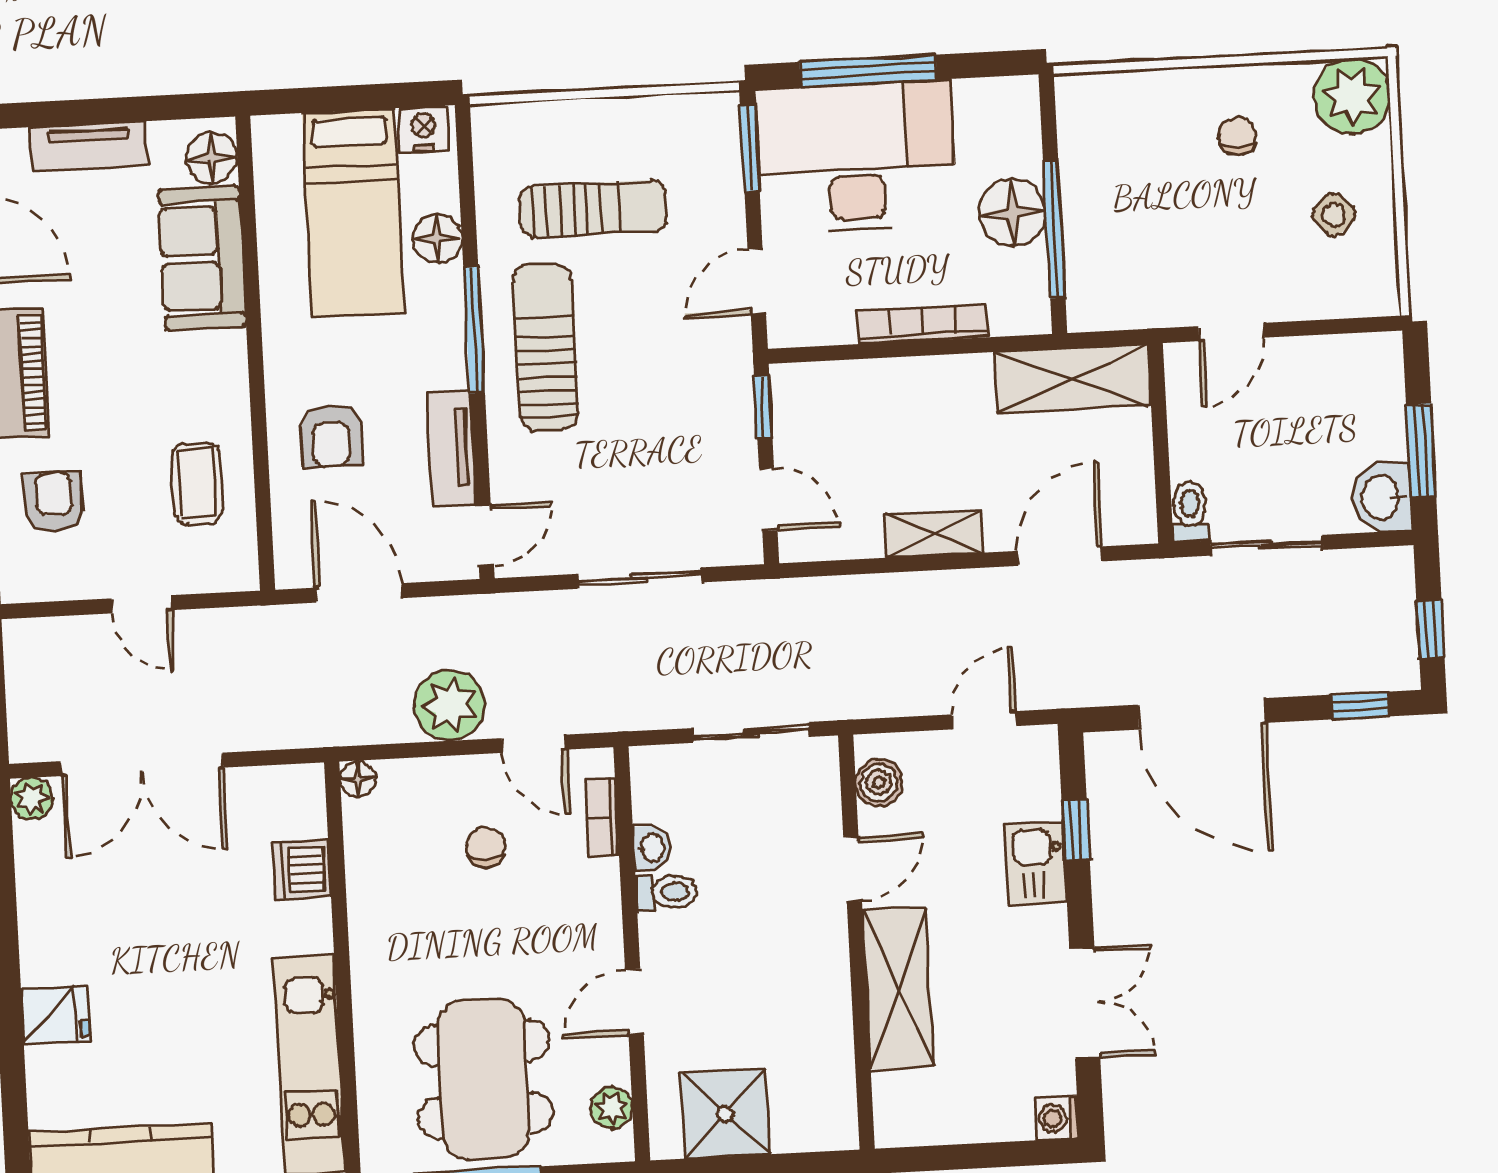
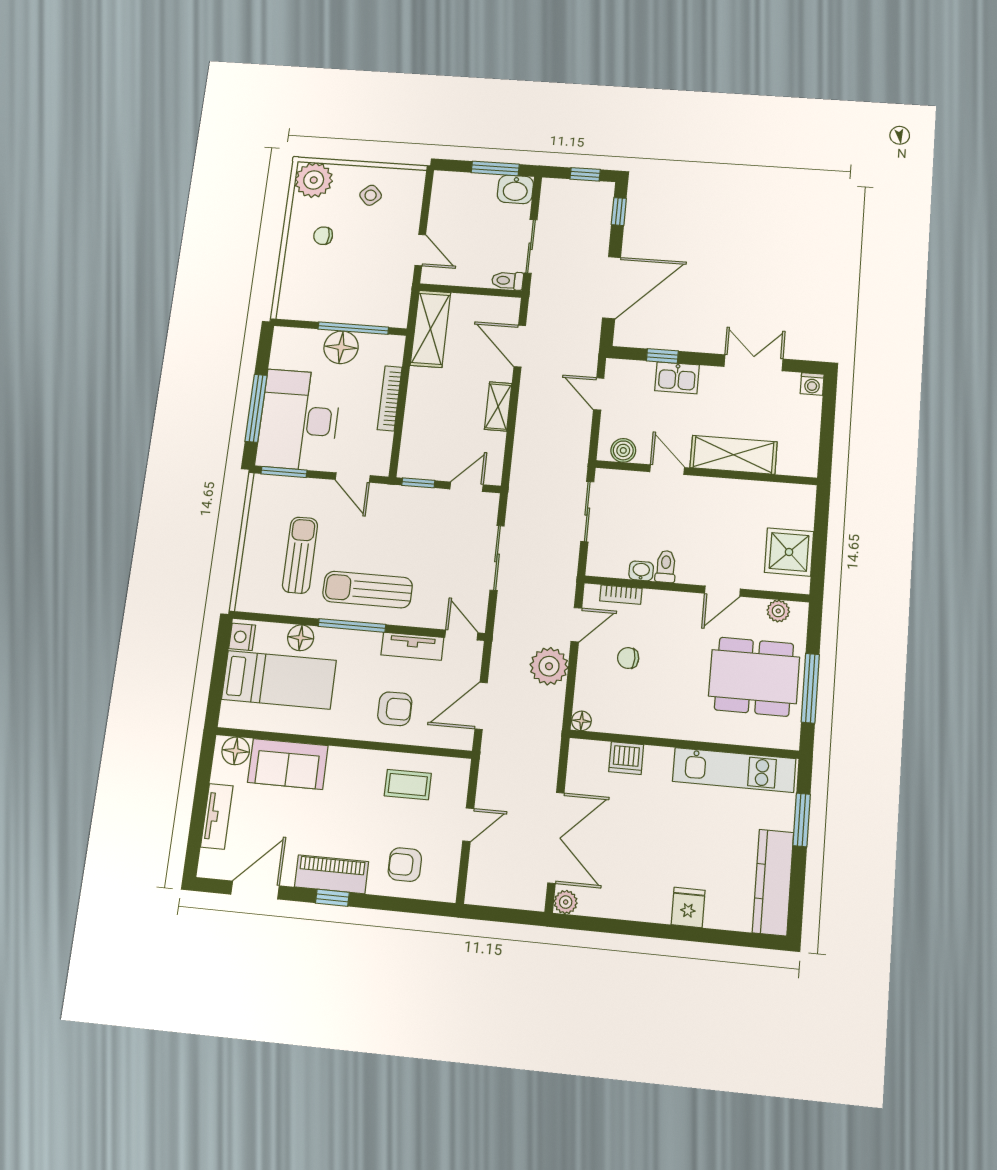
door: (634, 1002) -> (722, 591), hinge flipped

